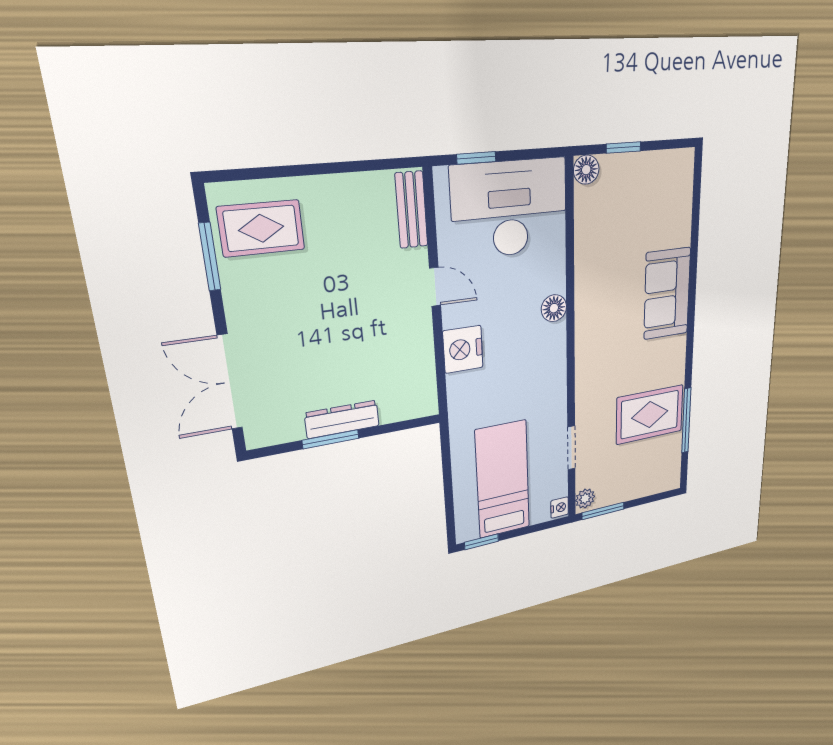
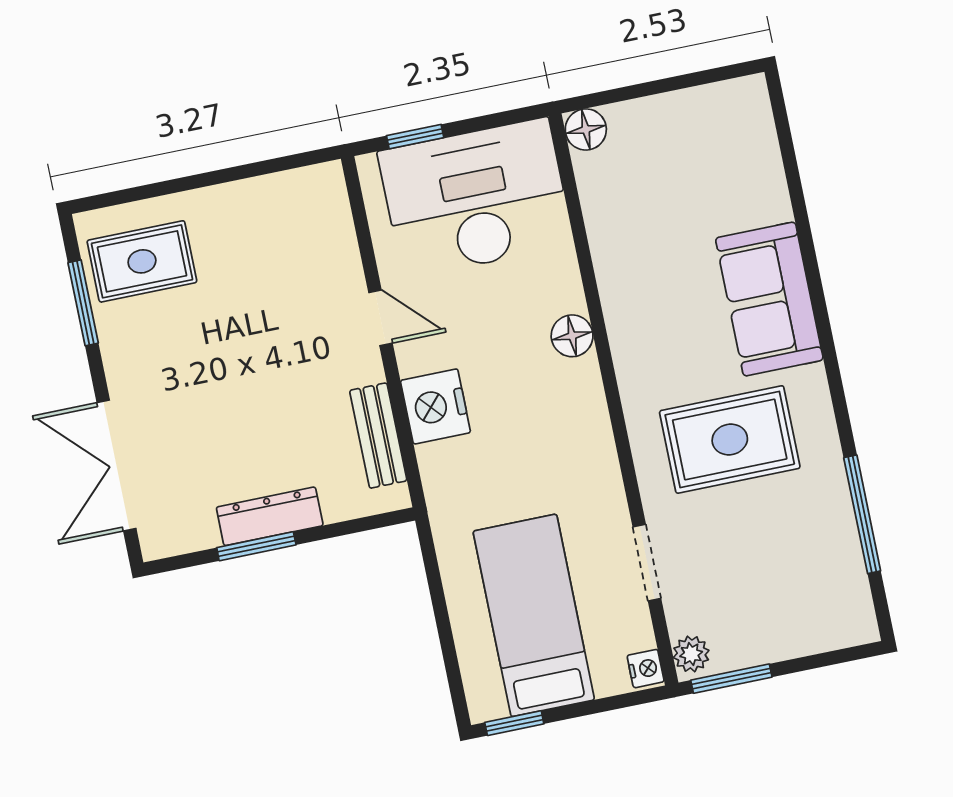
window: (623, 147) -> (640, 90), removed
bench: (411, 210) -> (378, 436), moved
rug: (650, 414) -> (730, 439), moved

